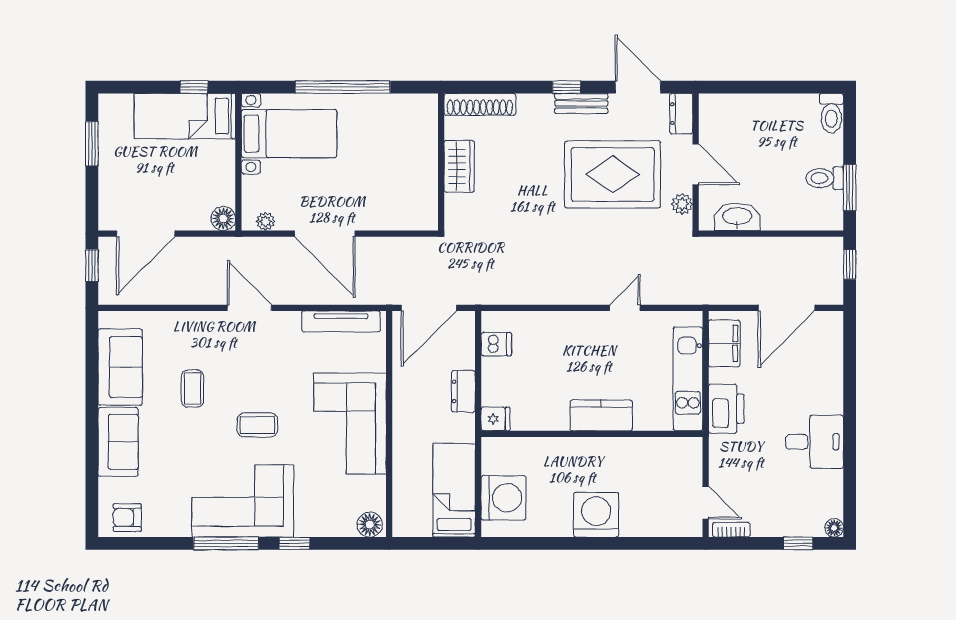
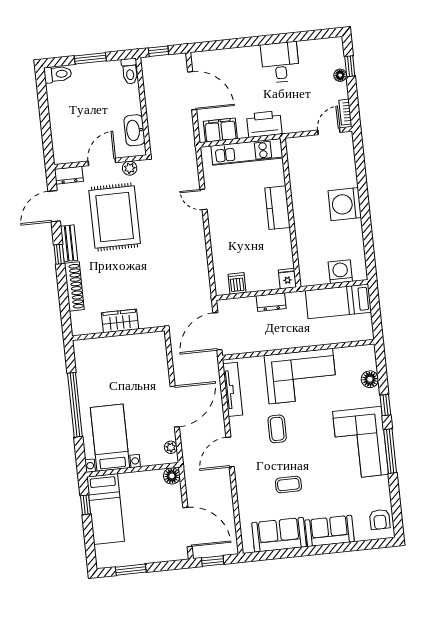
shoe rack: (480, 104) -> (74, 286), moved
toilet: (825, 178) -> (130, 71), moved
window: (850, 188) -> (90, 58), moved
door: (429, 308) -> (217, 331), swing flipped
coffee table: (257, 425) -> (277, 429), moved
washing machine: (503, 498) -> (340, 272), width x0.73, depth x0.73
floor lamp: (370, 525) -> (370, 379), moved
floor lamp: (834, 528) -> (340, 75), moved

